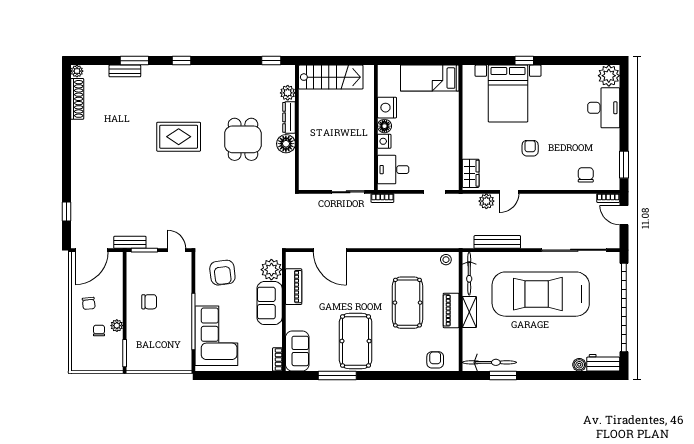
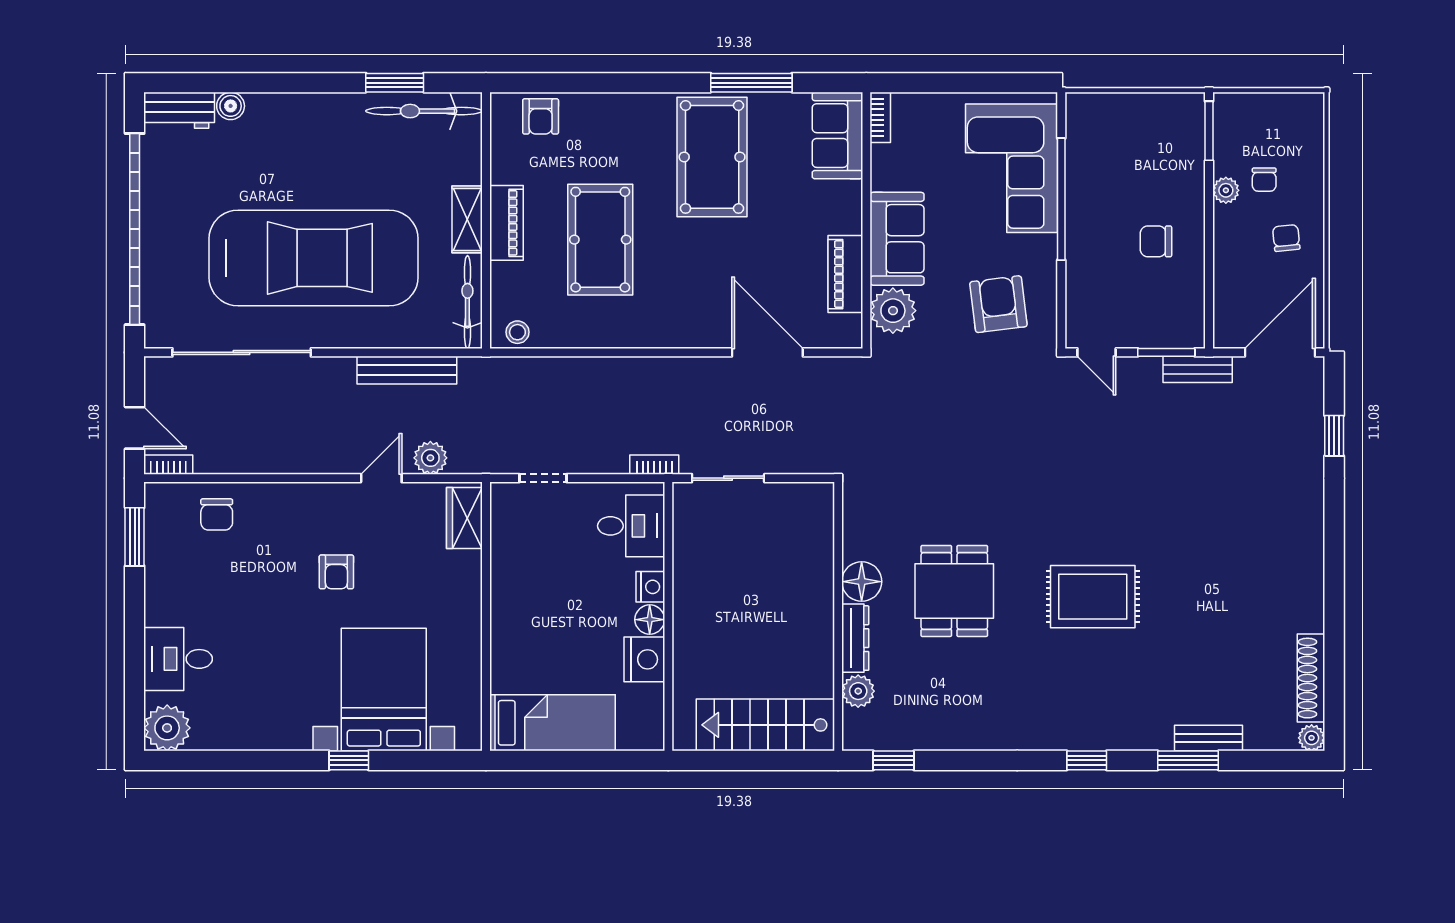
desk: (604, 108) -> (178, 659), width x0.73

